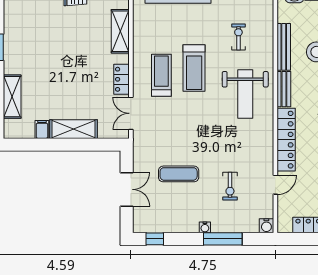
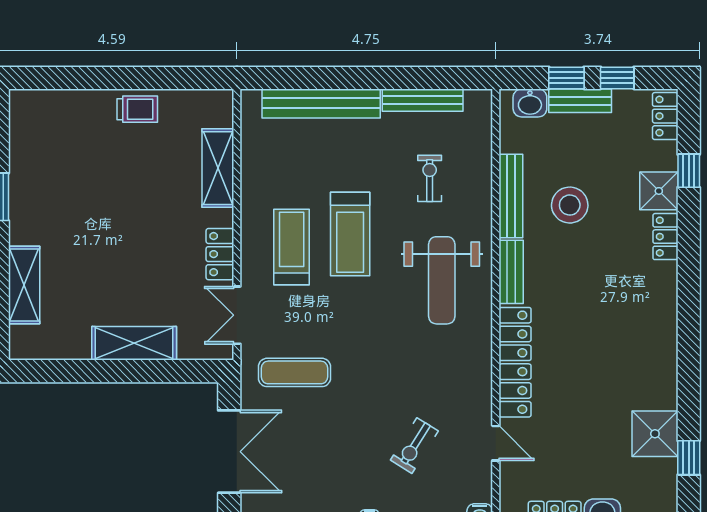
filing cabinet: (42, 129) -> (78, 344), removed
exercise mat: (179, 174) -> (294, 372), moved
door: (275, 185) -> (496, 443), hinge flipped
exercise bike: (230, 186) -> (414, 446), turned 32
double door: (127, 189) -> (229, 452), width x1.37

